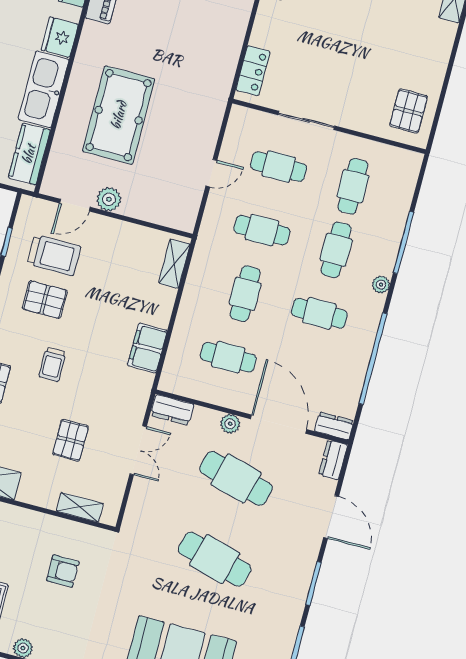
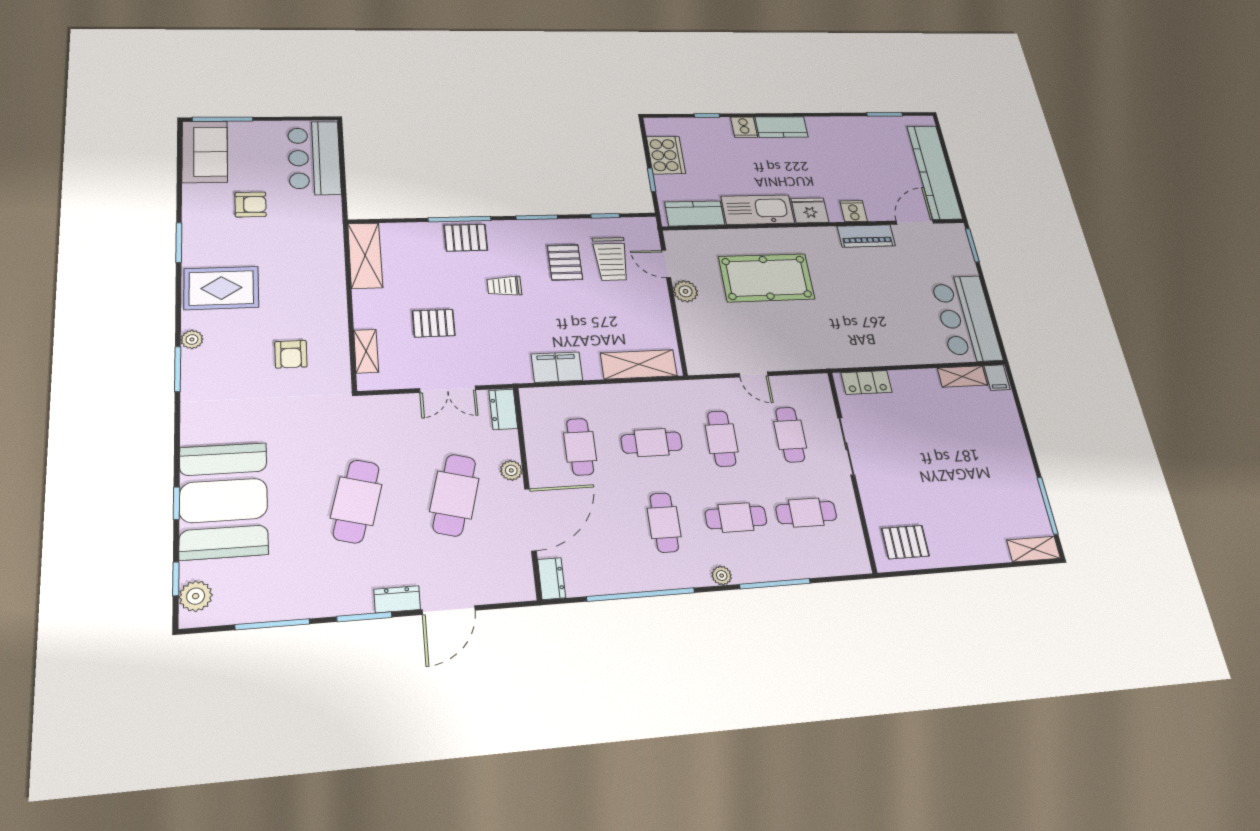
shelving: (174, 264) -> (639, 364), width x1.50, depth x1.33
dresser: (333, 460) -> (397, 599), moved

